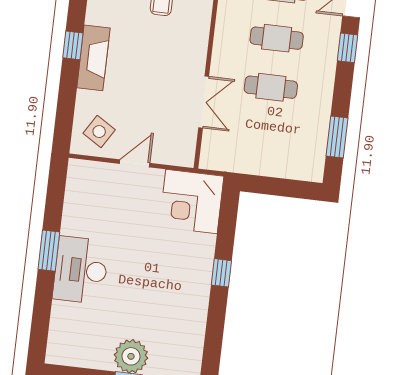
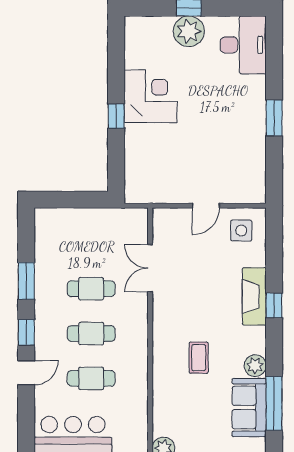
side table: (99, 132) -> (241, 231), turned -32
window: (337, 137) -> (26, 281), moved
corner desk: (191, 202) -> (151, 96), moved
desk: (81, 270) -> (243, 45), moved

